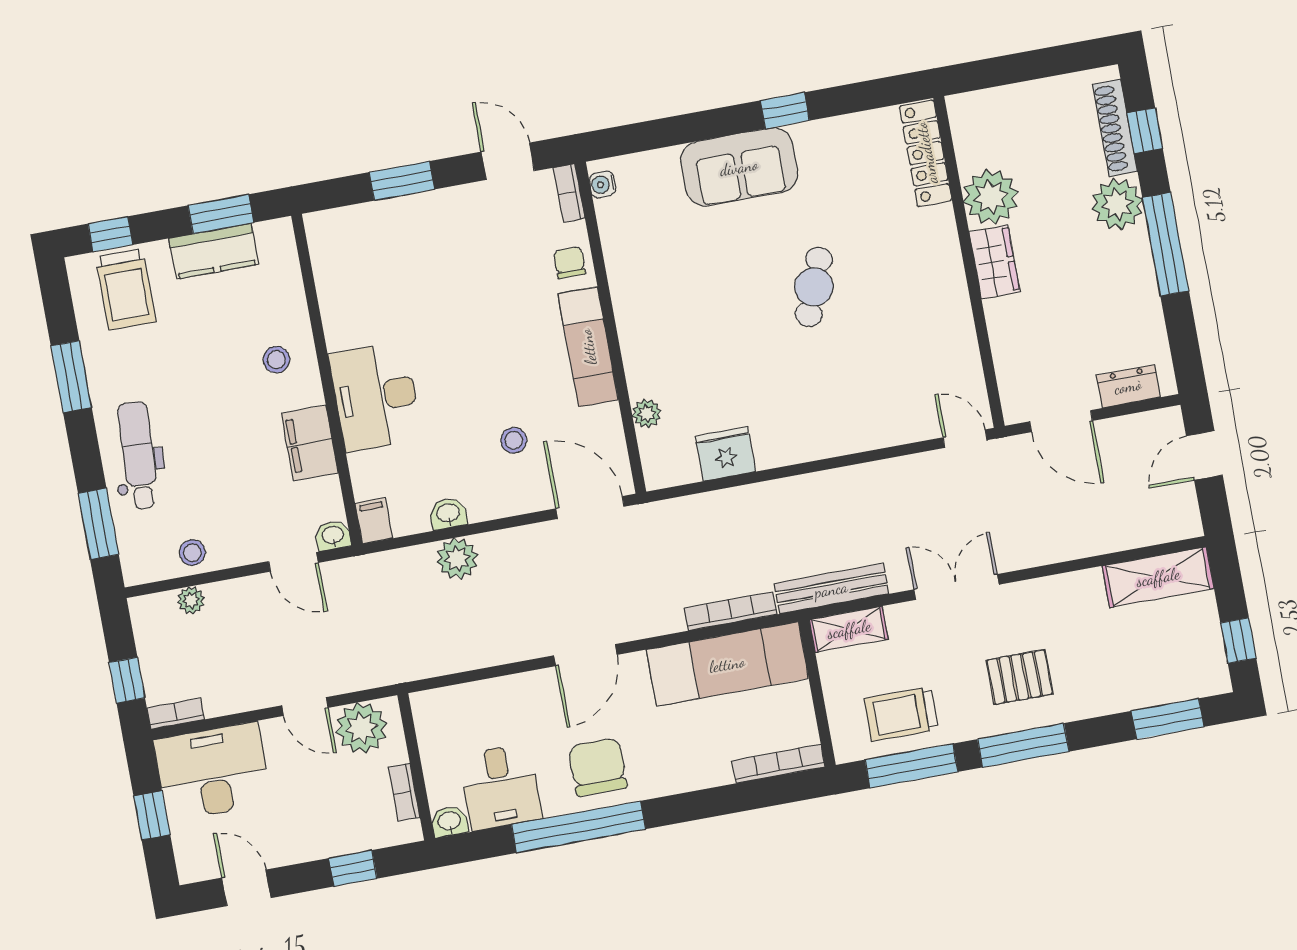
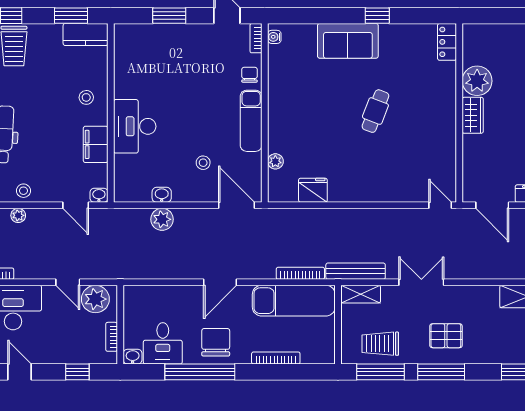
locker: (926, 153) -> (447, 42), width x0.66
kitchen counter: (214, 251) -> (86, 34), moved
filing cabinet: (374, 521) -> (122, 191), removed
bookcase: (778, 764) -> (276, 358), moved

